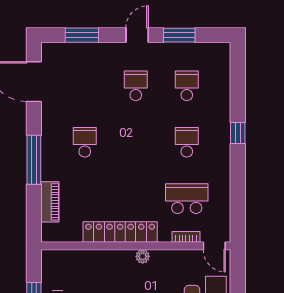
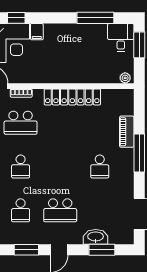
washbasin: (90, 52) -> (96, 237), added
school desk: (136, 86) -> (60, 210), width x1.85
piano: (50, 202) -> (127, 132), moved
plant: (143, 256) -> (125, 78), moved

